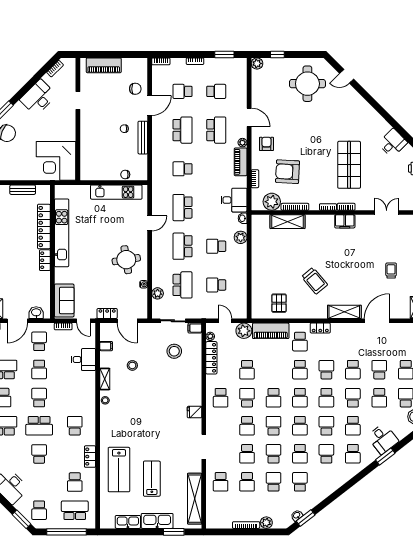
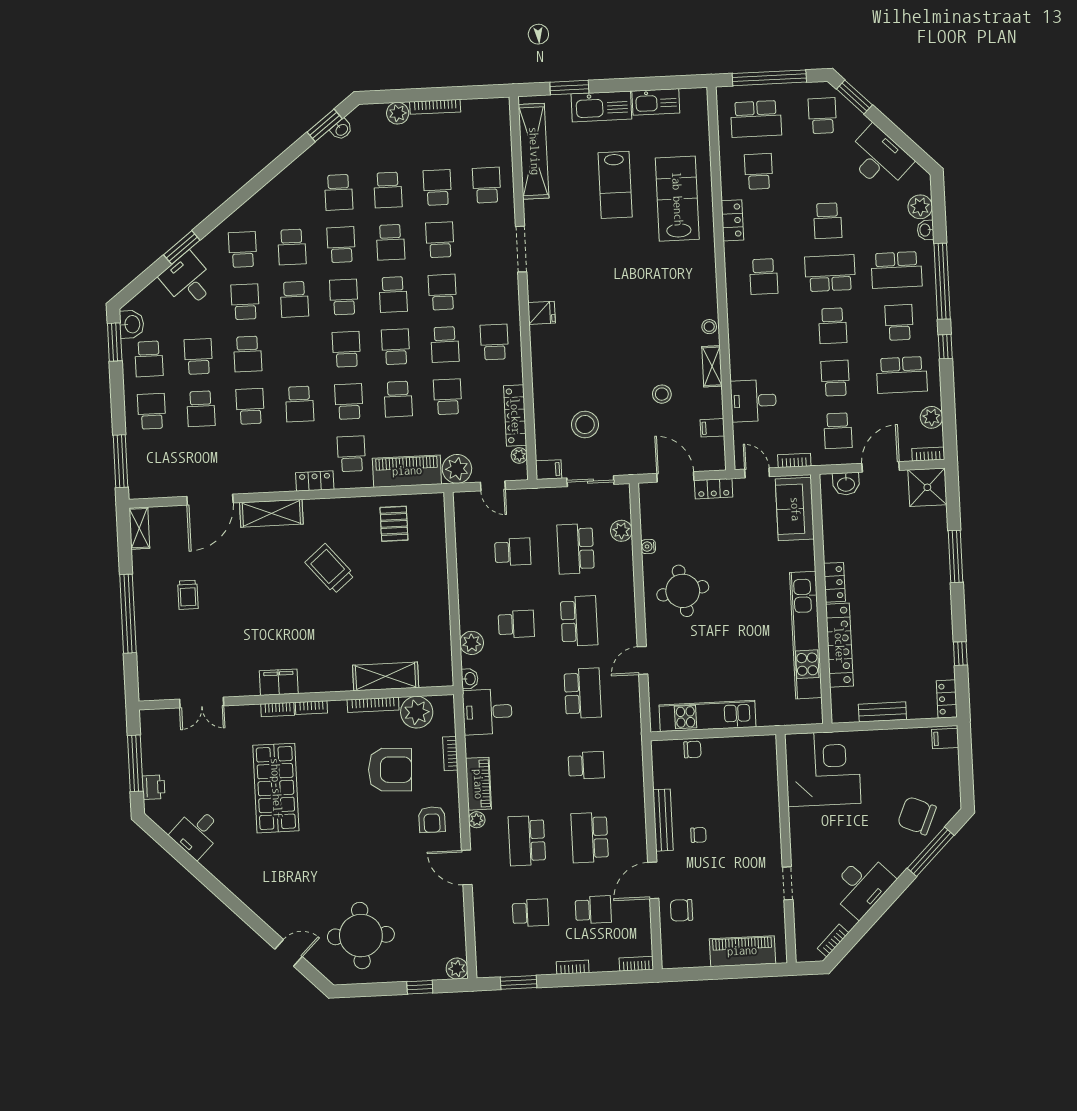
school desk: (216, 91) -> (530, 913), turned 180
school desk: (326, 398) -> (398, 399), moved, turned 180

